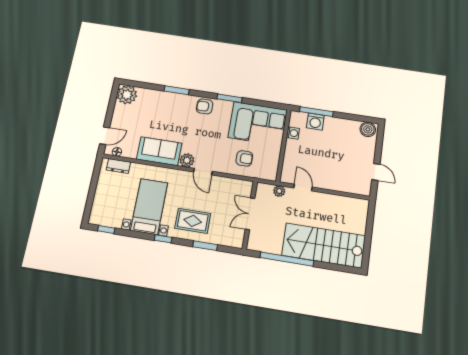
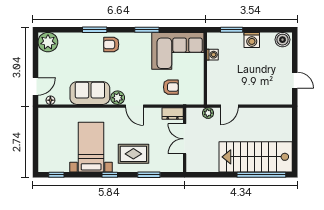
armchair: (205, 106) -> (111, 44), moved
window: (316, 112) -> (232, 30), width x0.69
washing machine: (315, 122) -> (252, 40), moved
dresser: (118, 166) -> (173, 114), moved
door: (303, 187) -> (229, 106), swing flipped
window: (287, 259) -> (261, 175), moved

